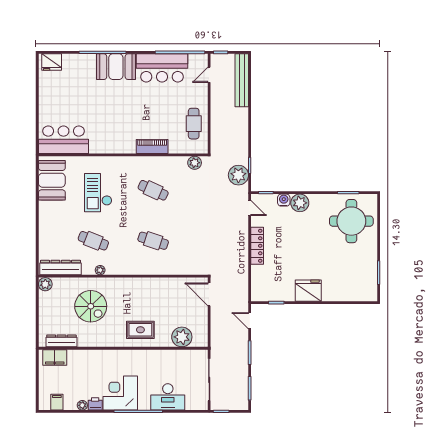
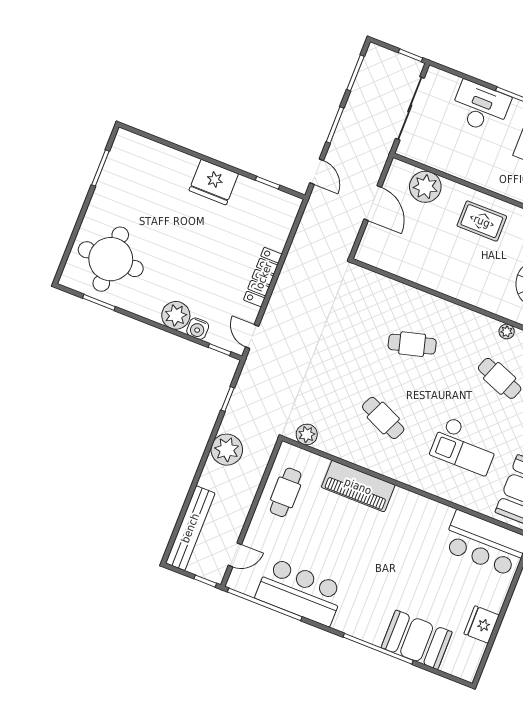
fridge: (52, 62) -> (482, 625), moved, turned -90
booth: (116, 67) -> (417, 640), moved
piano: (152, 146) -> (358, 486), width x1.37, depth x1.33
plant: (238, 175) -> (227, 450), moved
checkout: (98, 193) -> (465, 446), turned 90
cafe table: (153, 241) -> (412, 344), turned -33
door: (209, 294) -> (373, 203), moved

